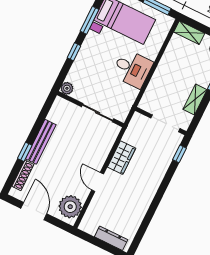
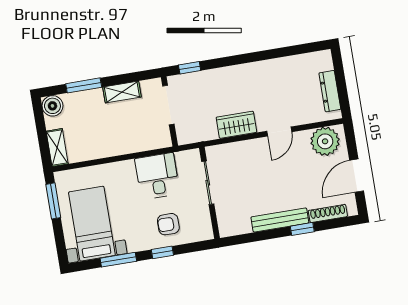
armchair: (89, 68) -> (168, 224), added
desk: (132, 69) -> (157, 176), moved
plant: (67, 88) -> (205, 233), removed
dresser: (111, 238) -> (330, 91), moved

